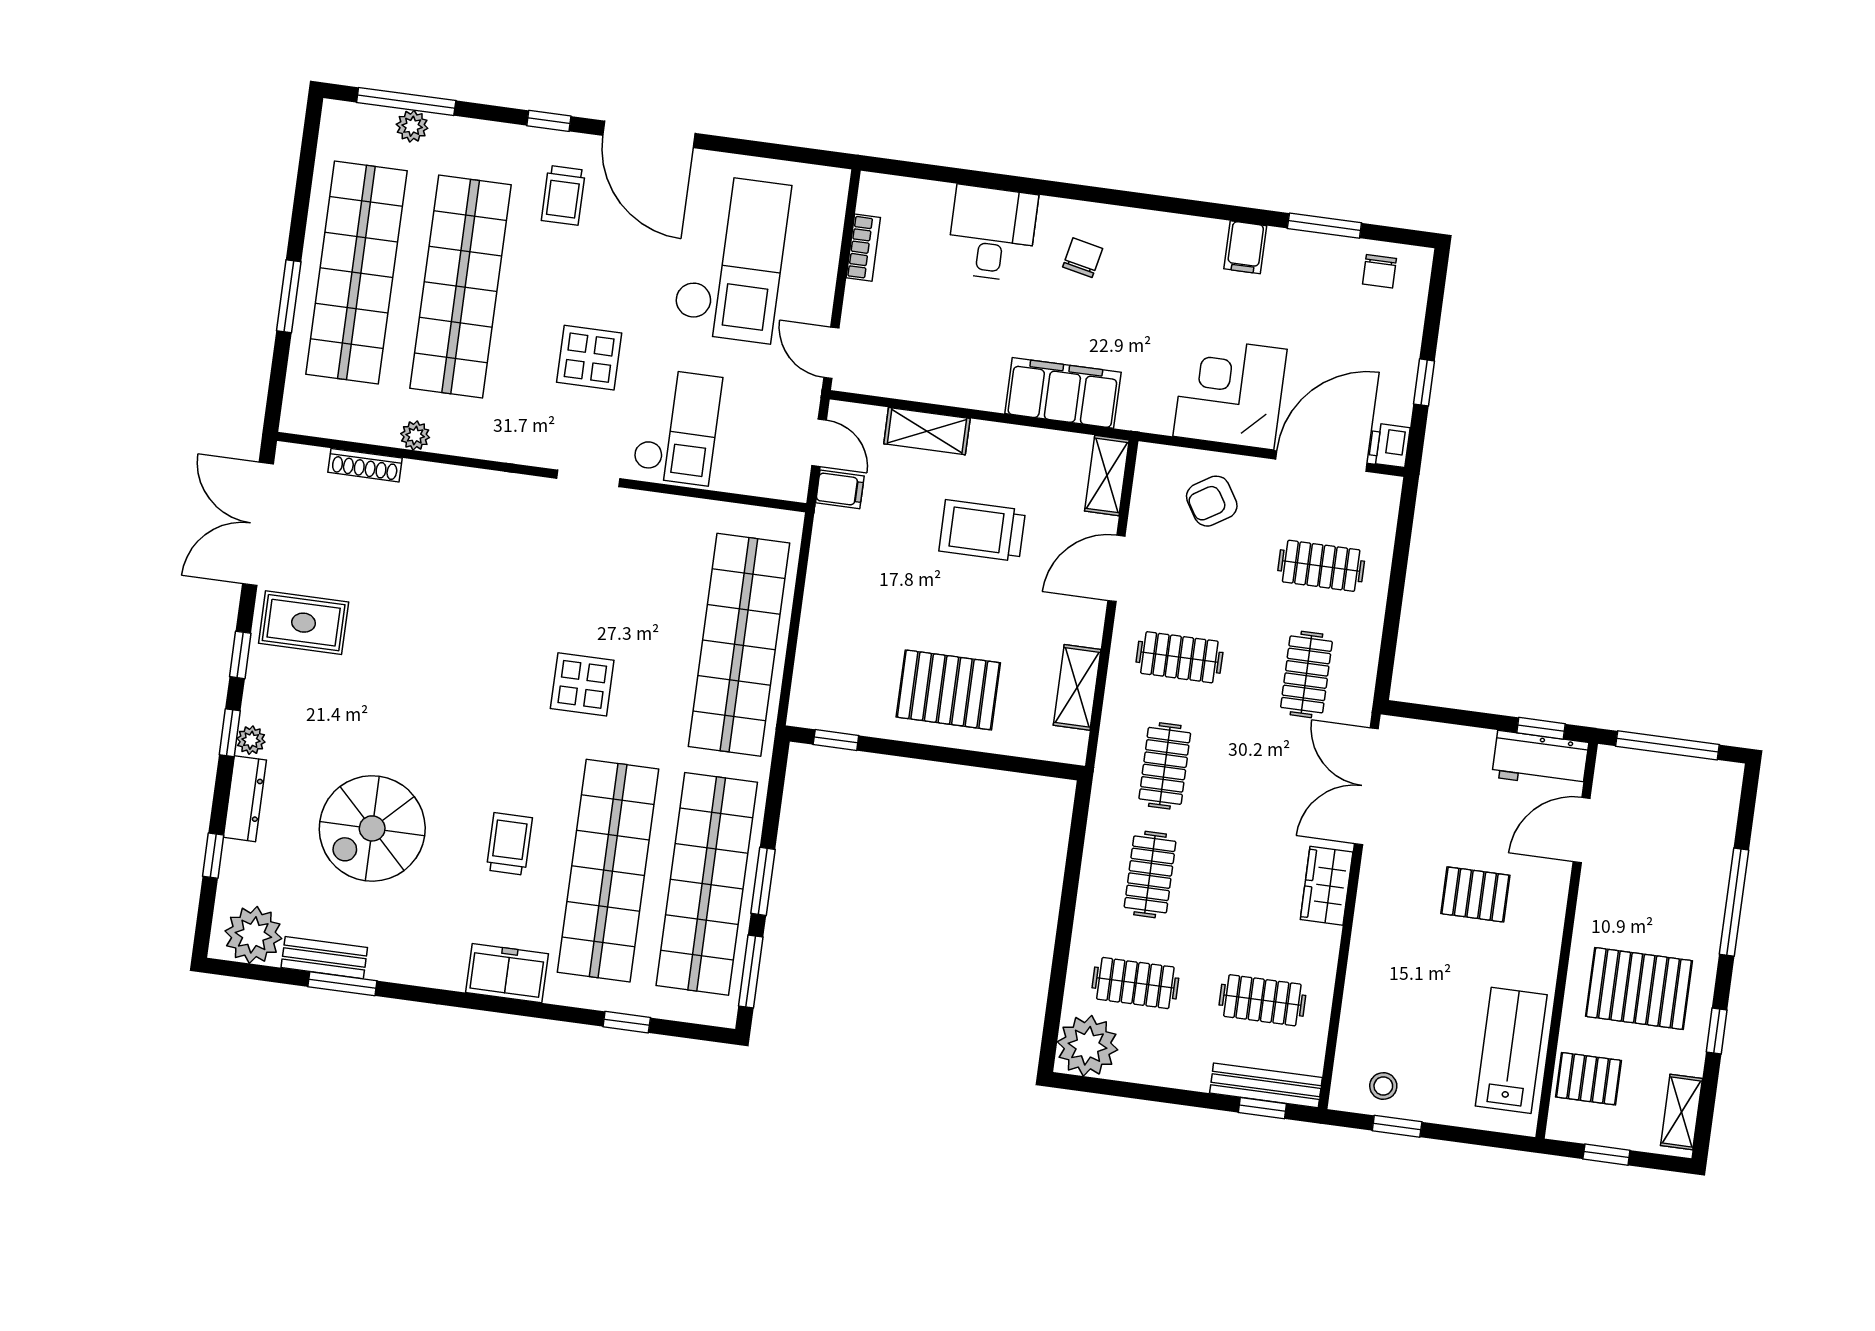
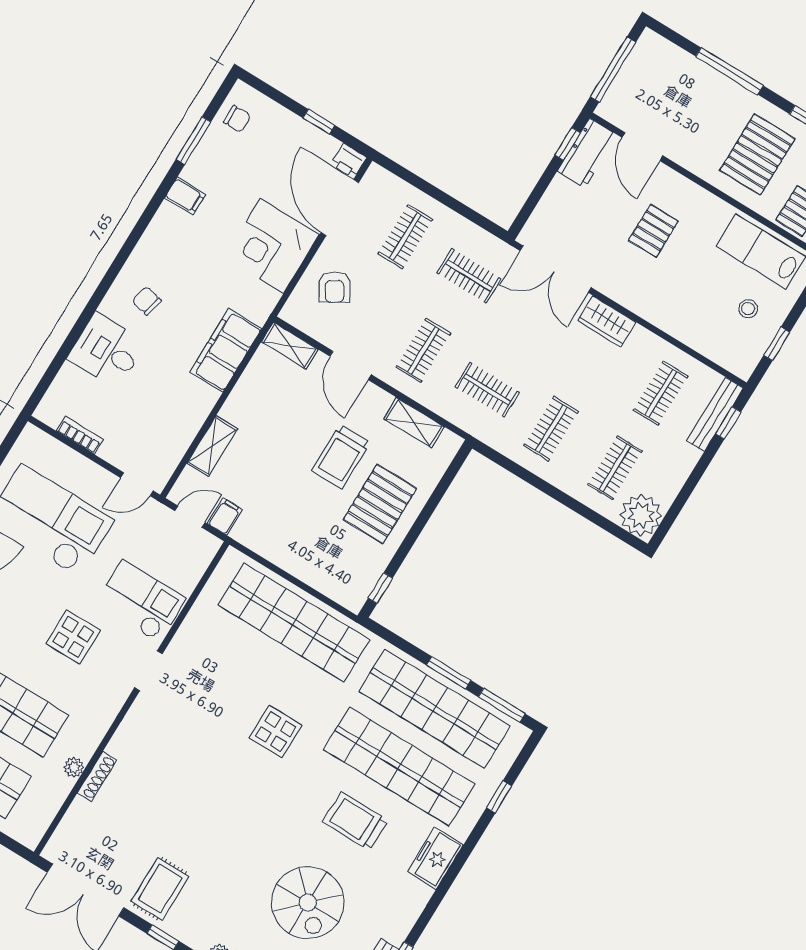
shoe rack: (365, 465) -> (97, 776), moved
trolley: (982, 531) -> (341, 457), moved
trolley: (509, 844) -> (355, 821), width x1.36, depth x1.39
clothes rail: (1150, 874) -> (551, 429), turned 90
stool: (1383, 1086) -> (748, 309), moved

